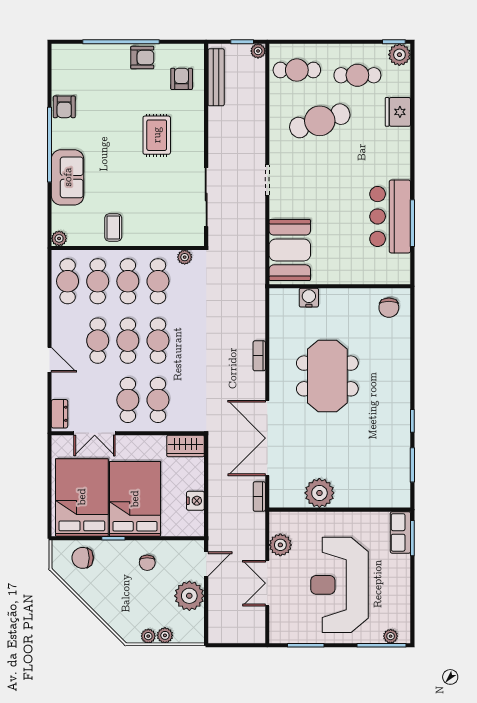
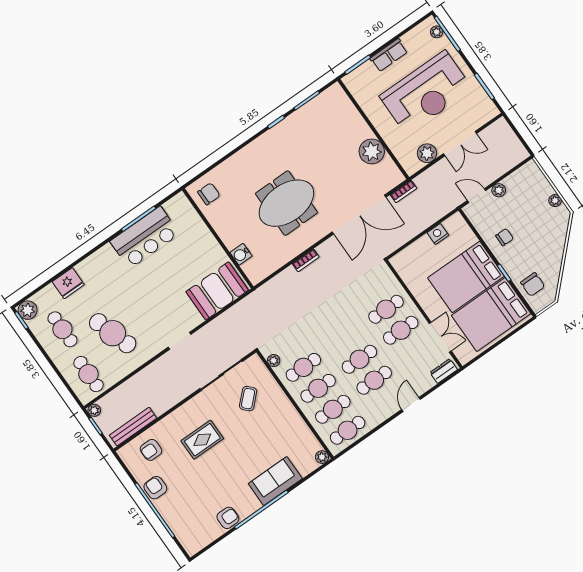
coffee table: (113, 228) -> (248, 399), moved, turned -44
cafe table: (158, 341) -> (345, 338), removed
wardrobe: (186, 446) -> (405, 268), removed
row of seats: (400, 532) -> (389, 55), moved
plant: (189, 596) -> (499, 190), width x0.53, depth x0.53
plant: (165, 635) -> (546, 189), removed

